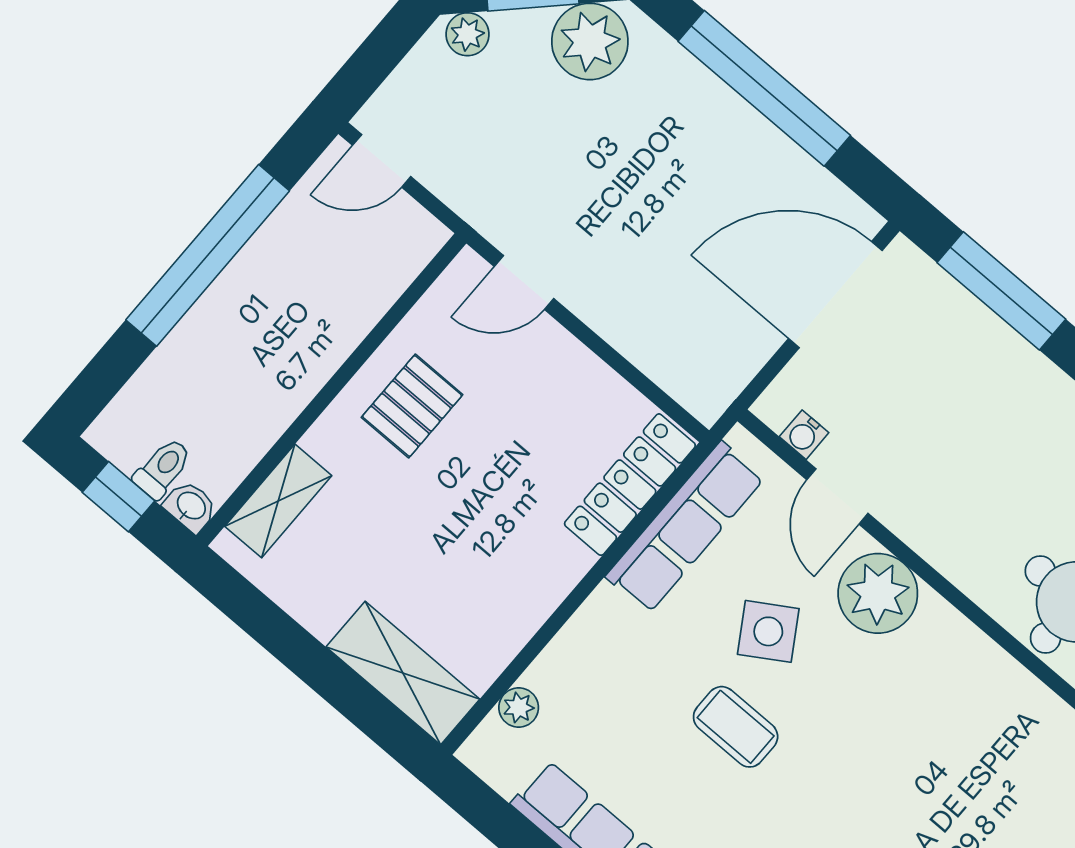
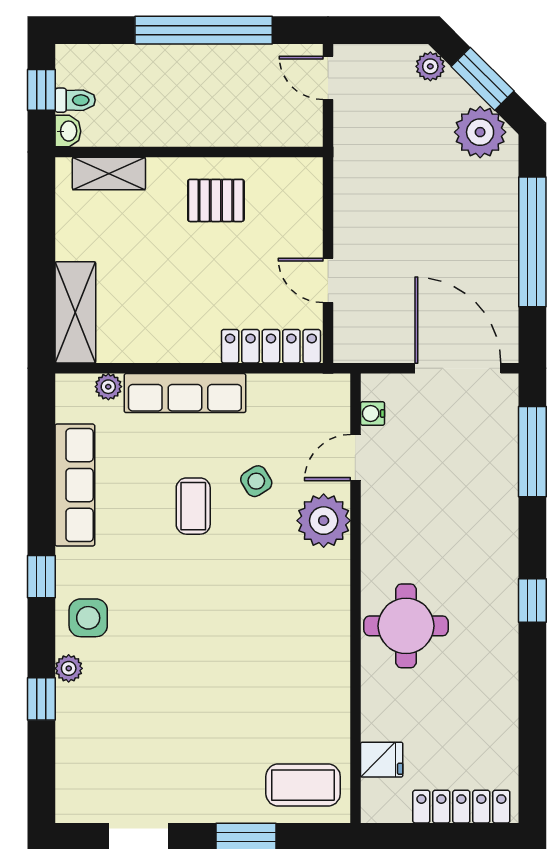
door: (524, 282) -> (328, 280), moved
row of seats: (685, 527) -> (185, 393), moved
side table: (768, 631) -> (256, 481), width x0.73, depth x0.73

